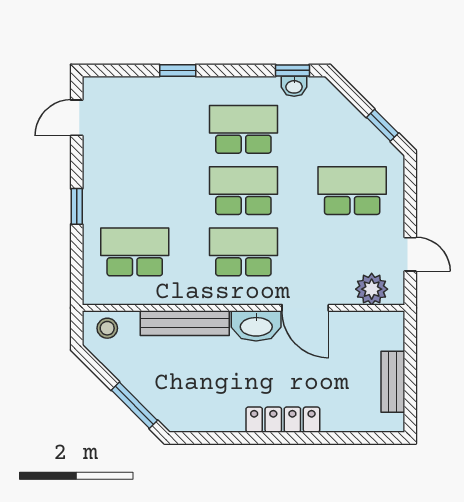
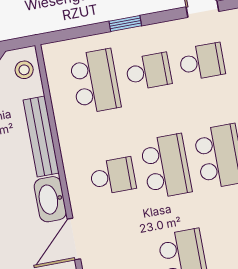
school desk: (135, 129) -> (202, 62), added
school desk: (135, 191) -> (148, 72), added
school desk: (243, 252) -> (113, 176), width x0.54

